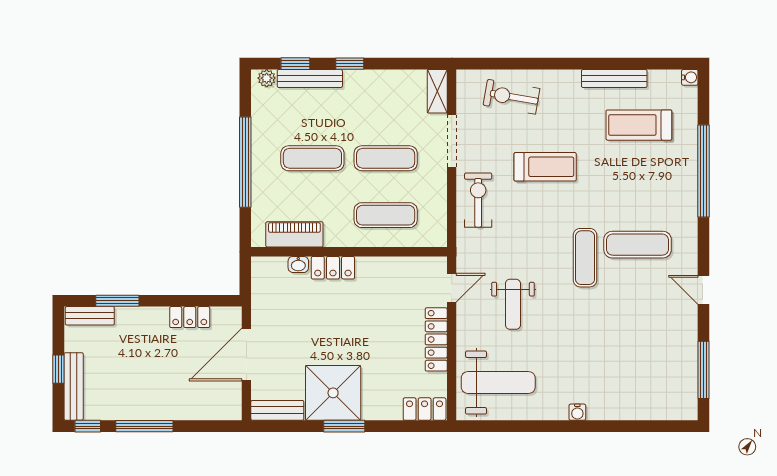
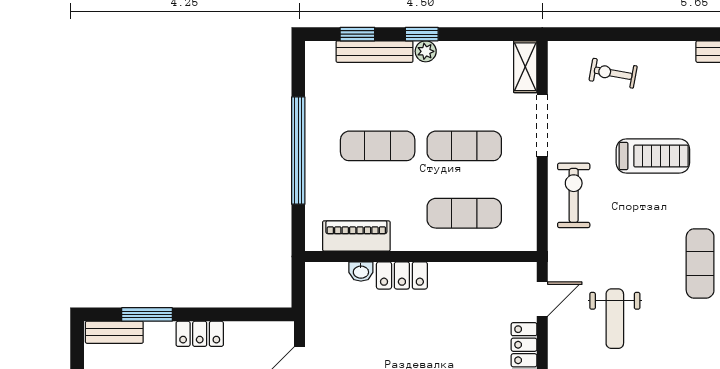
plant: (267, 78) -> (426, 51), moved
exercise bike: (512, 97) -> (613, 73), width x0.73, depth x0.72
locker: (190, 317) -> (200, 334), moved

